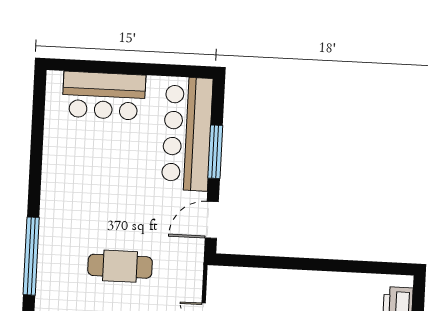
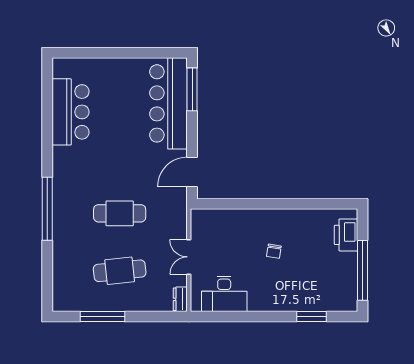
bar counter: (104, 96) -> (70, 112), moved, turned -90
window: (215, 152) -> (192, 89), moved

